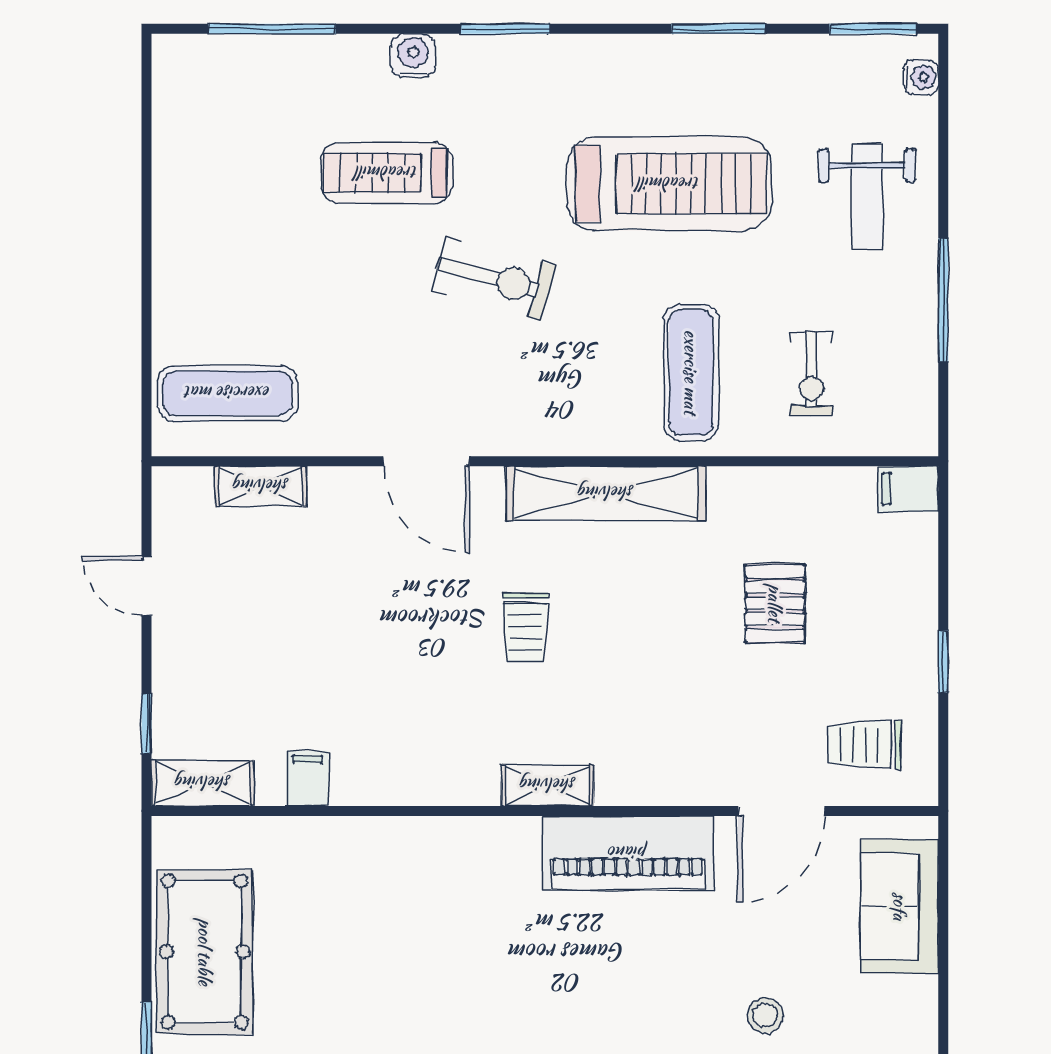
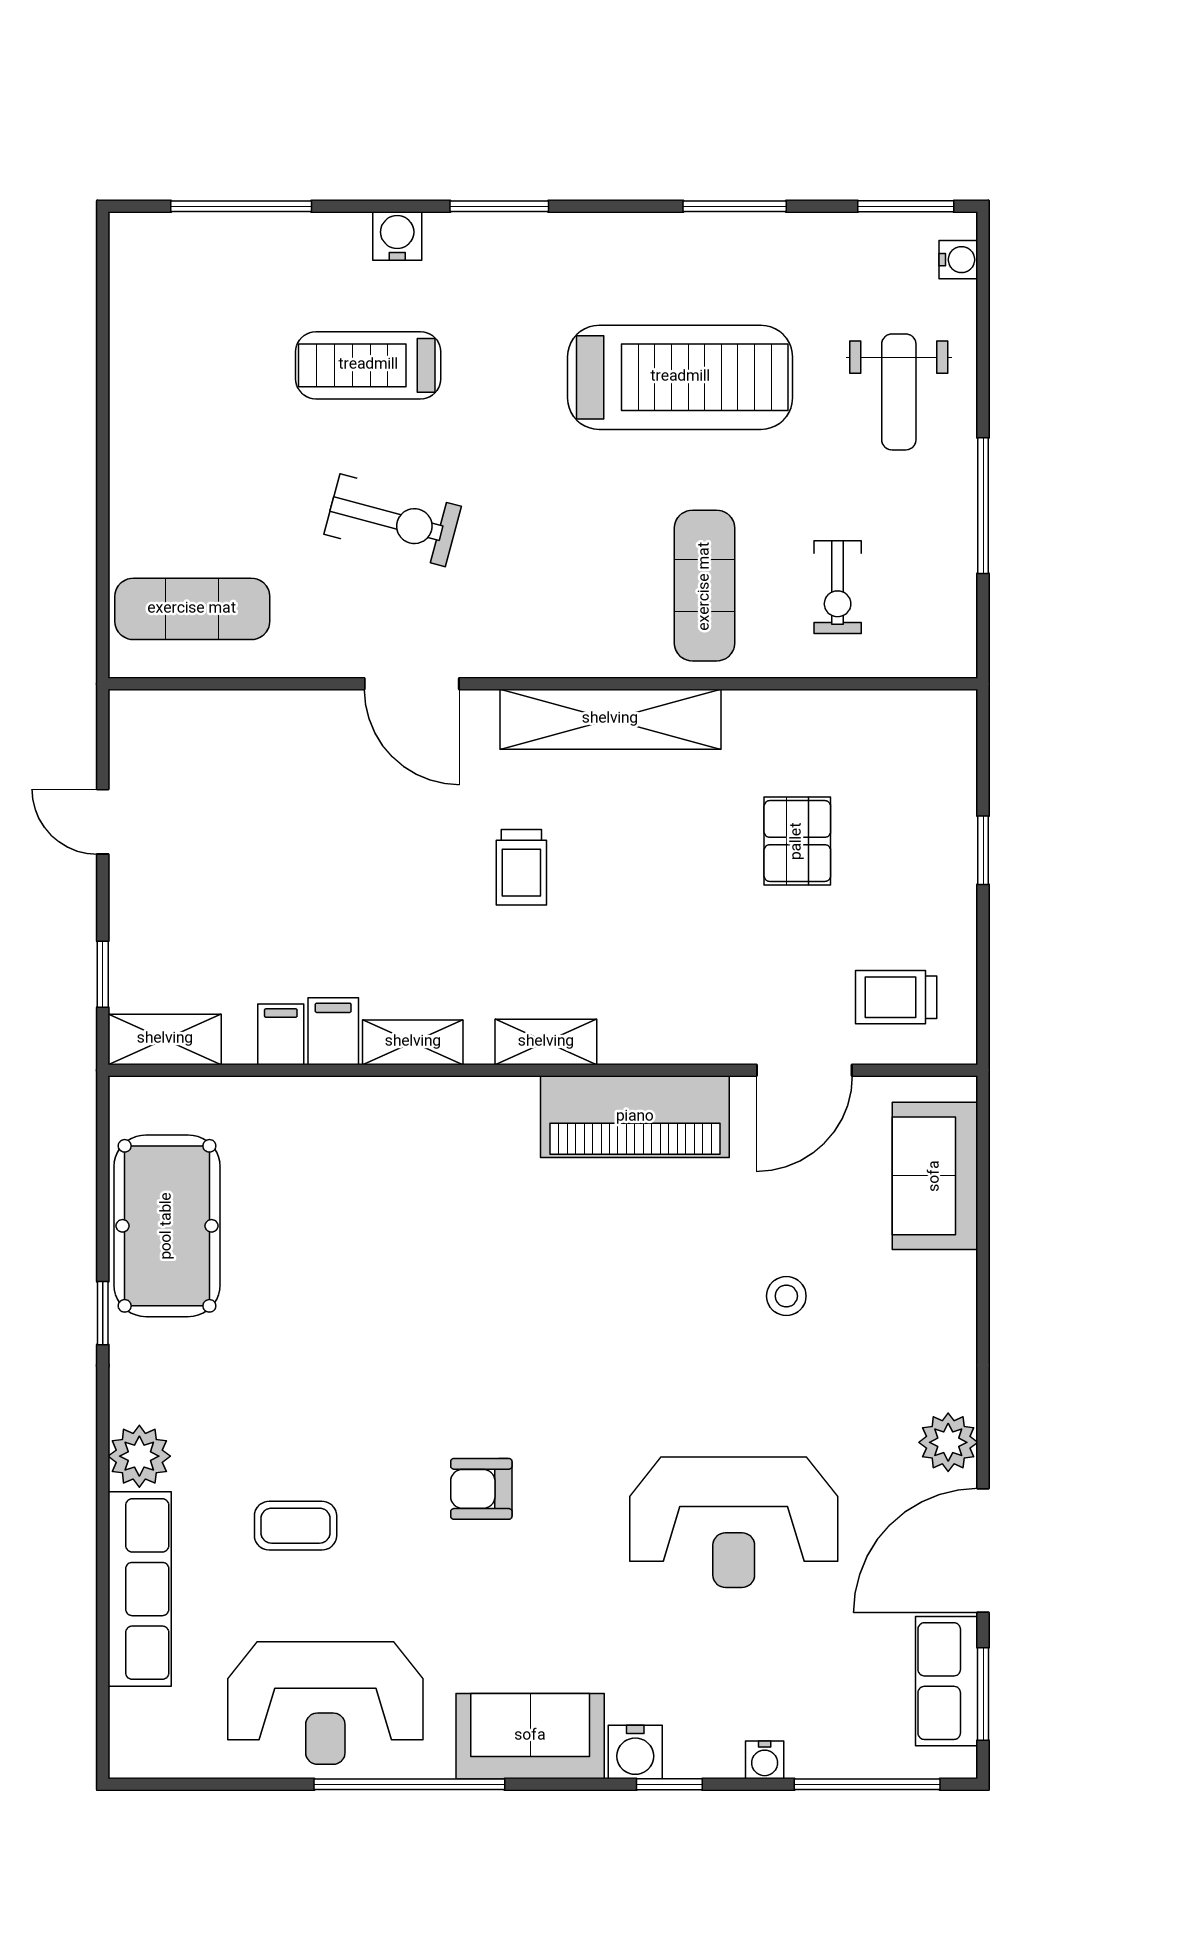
exercise bike: (493, 278) -> (393, 520), moved
shelving: (261, 486) -> (413, 1042), moved
filing cabinet: (908, 489) -> (333, 1031), moved, turned 90
window: (943, 662) -> (983, 850), moved

